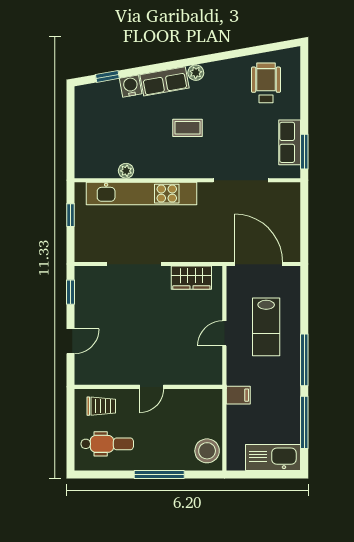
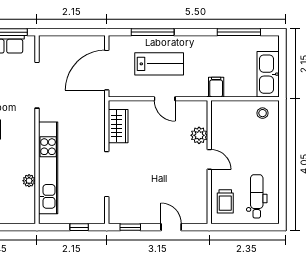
window: (70, 215) -> (79, 227), moved
window: (304, 360) -> (153, 32), moved
plant: (180, 375) -> (199, 135), added
trolley: (101, 406) -> (225, 201), turned 180
stool: (207, 451) -> (263, 113), width x0.53, depth x0.53
kitchen sink: (273, 457) -> (268, 74), moved
window: (159, 475) -> (282, 153), removed

